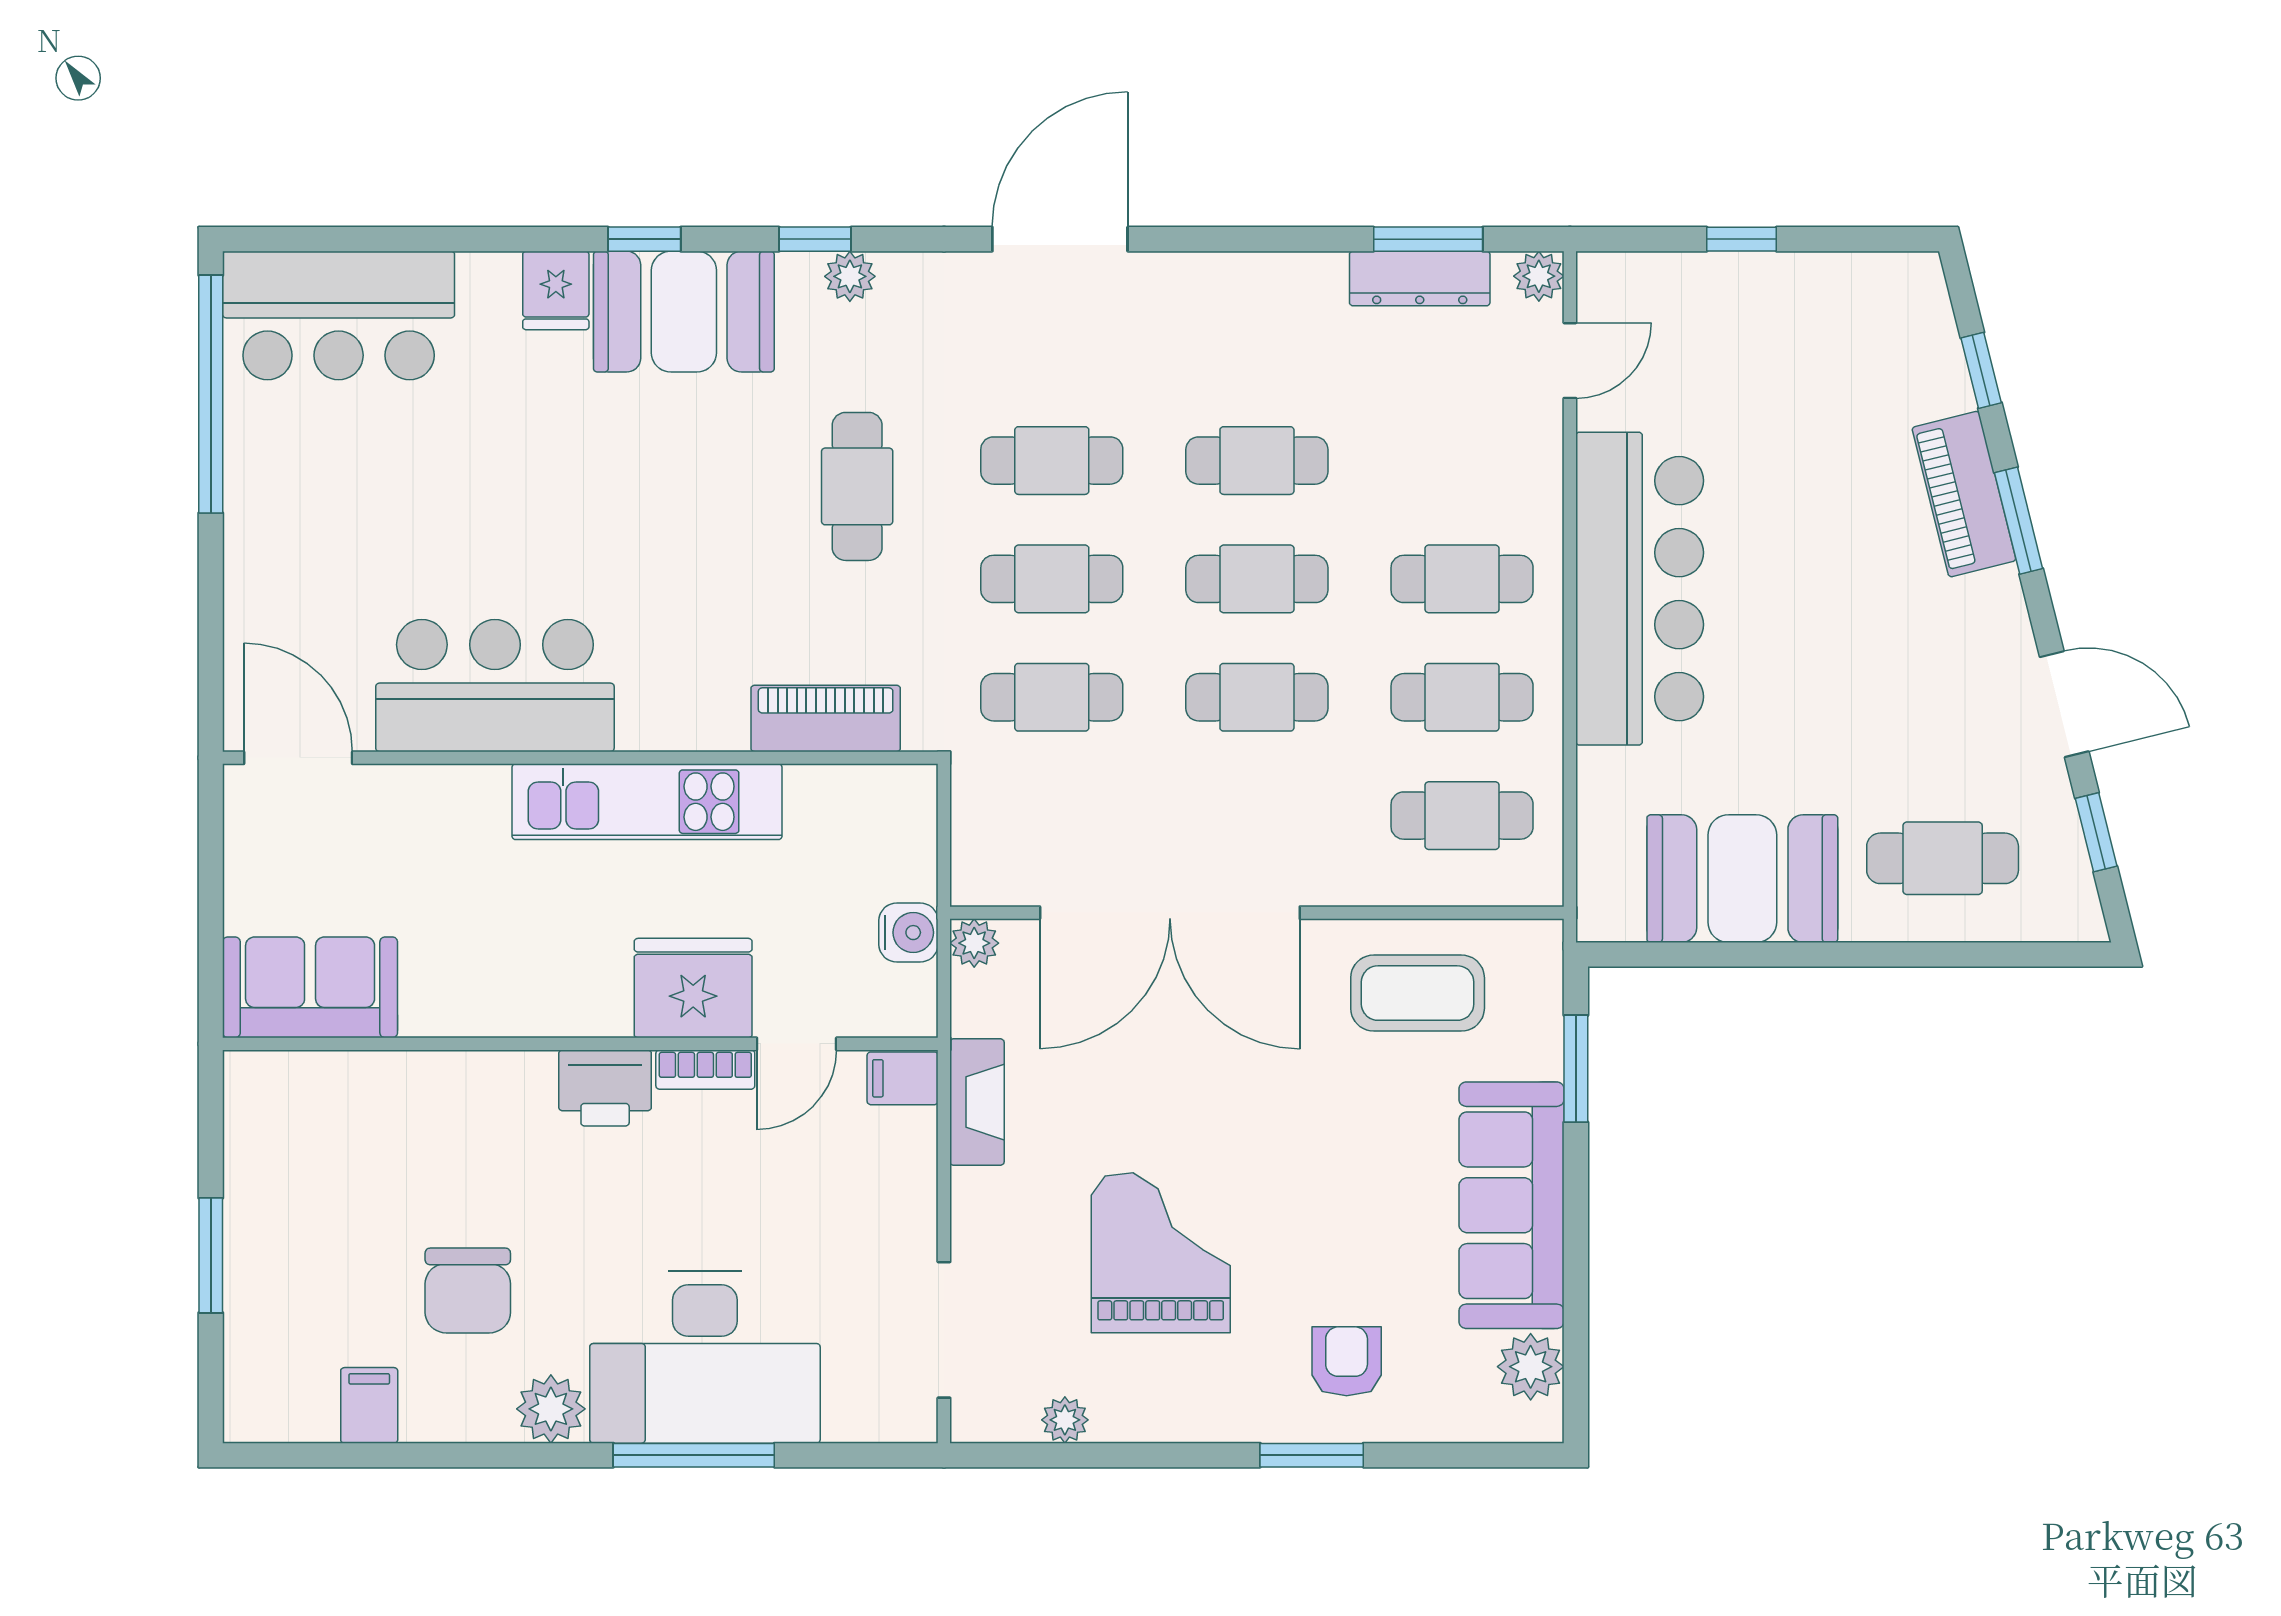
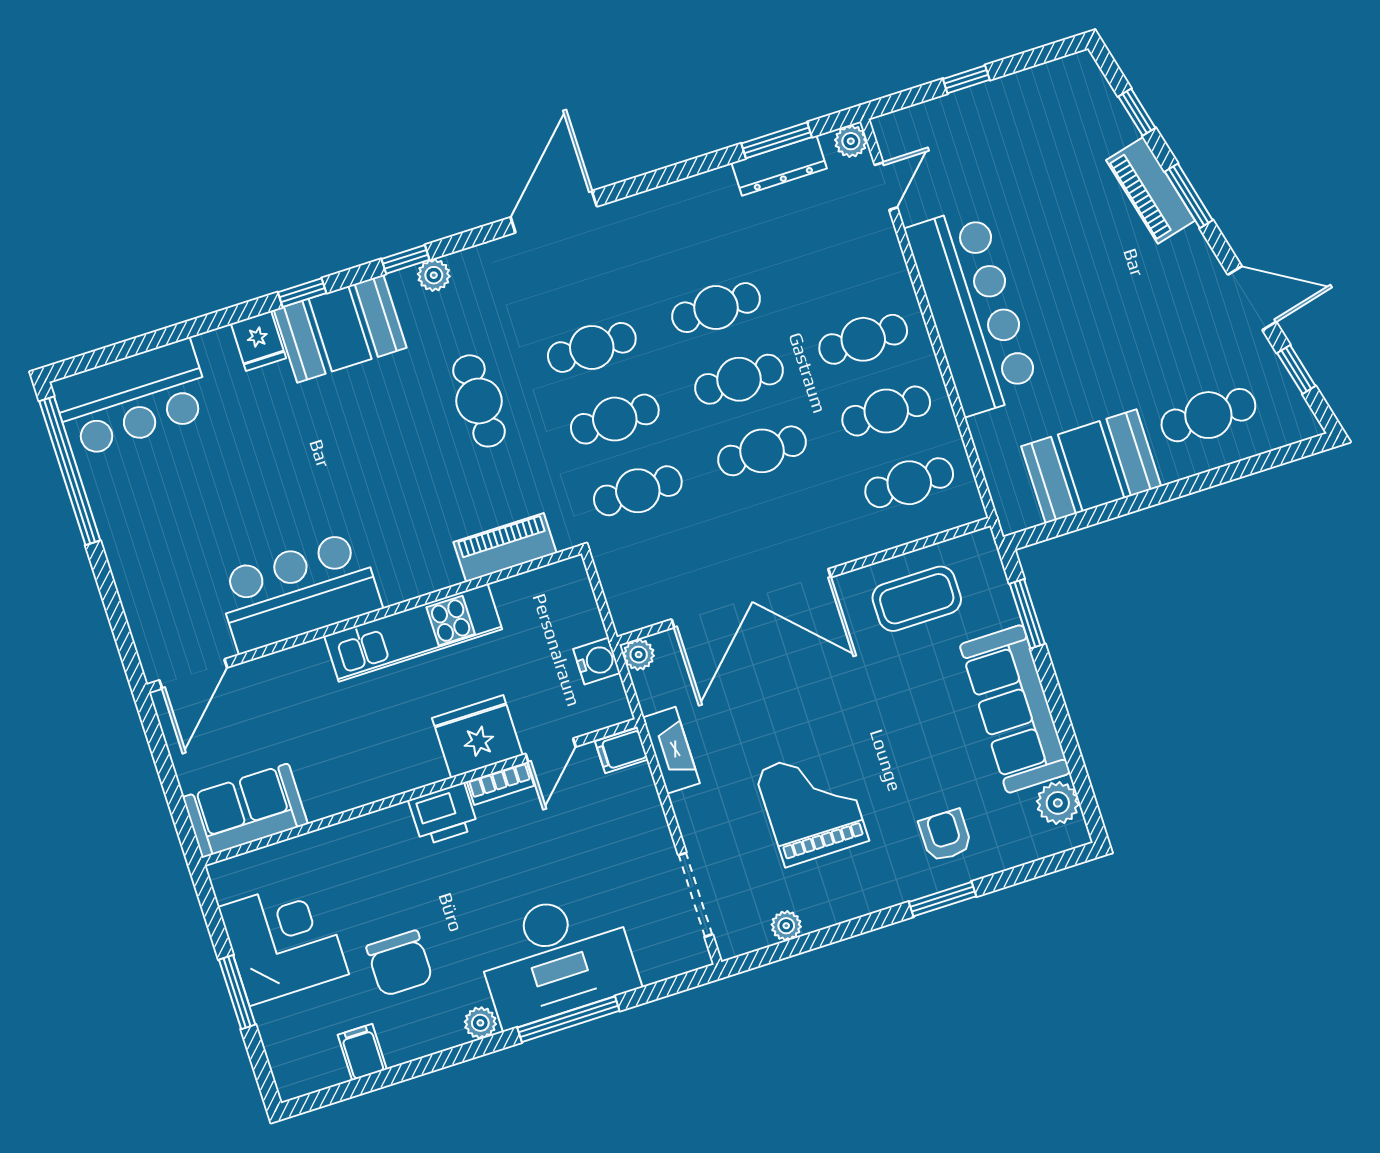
door: (298, 758) -> (193, 674), swing flipped
corner desk: (305, 1201) -> (283, 941), added
plant: (551, 1409) -> (480, 1023), width x0.73, depth x0.73

